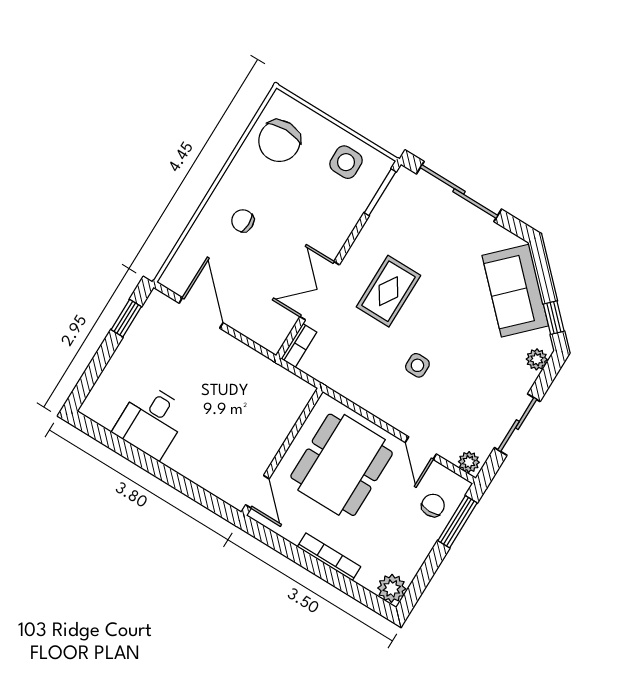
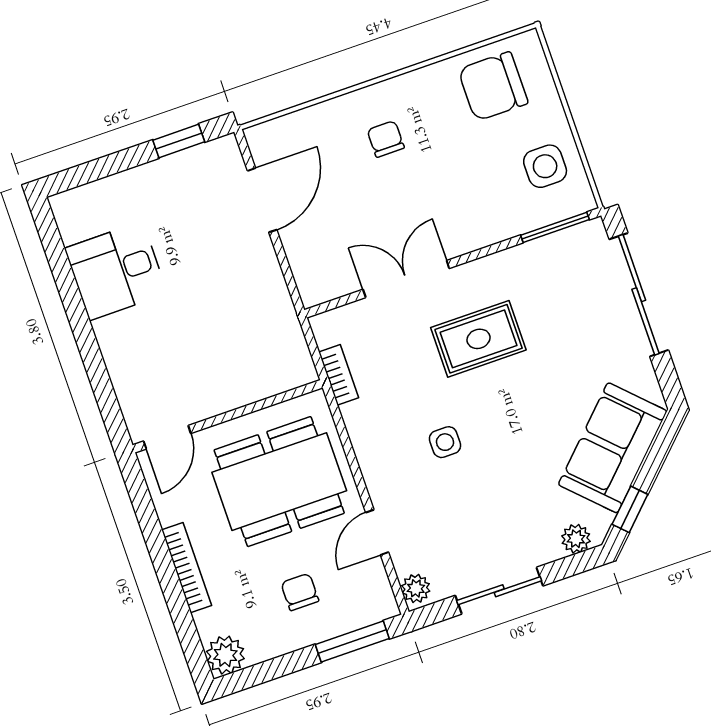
bookcase: (299, 345) -> (339, 375), moved, turned -90
chair: (433, 505) -> (300, 592), moved, turned -90

